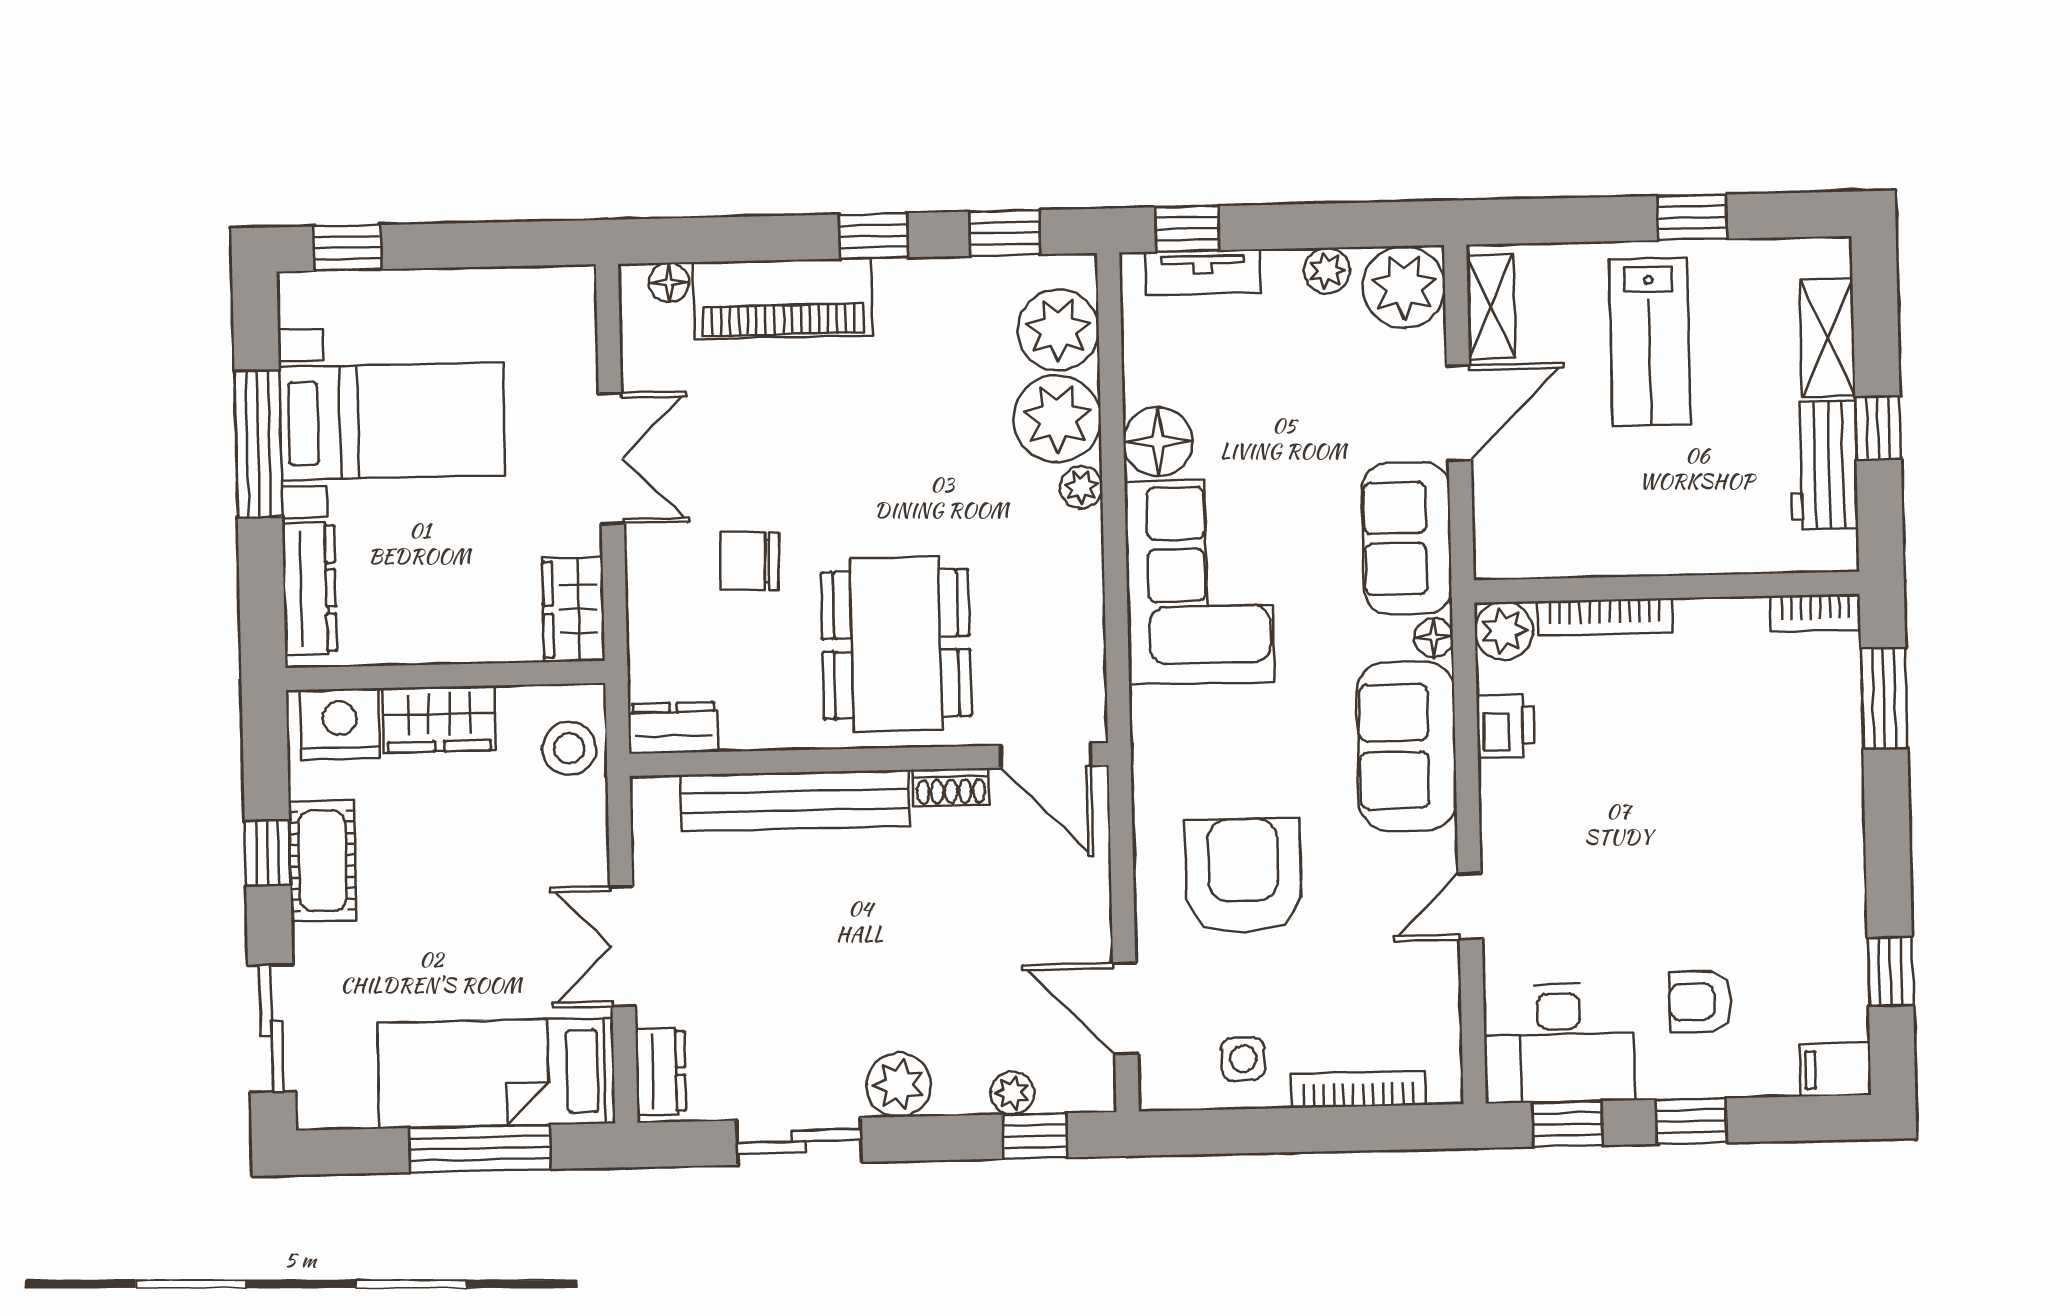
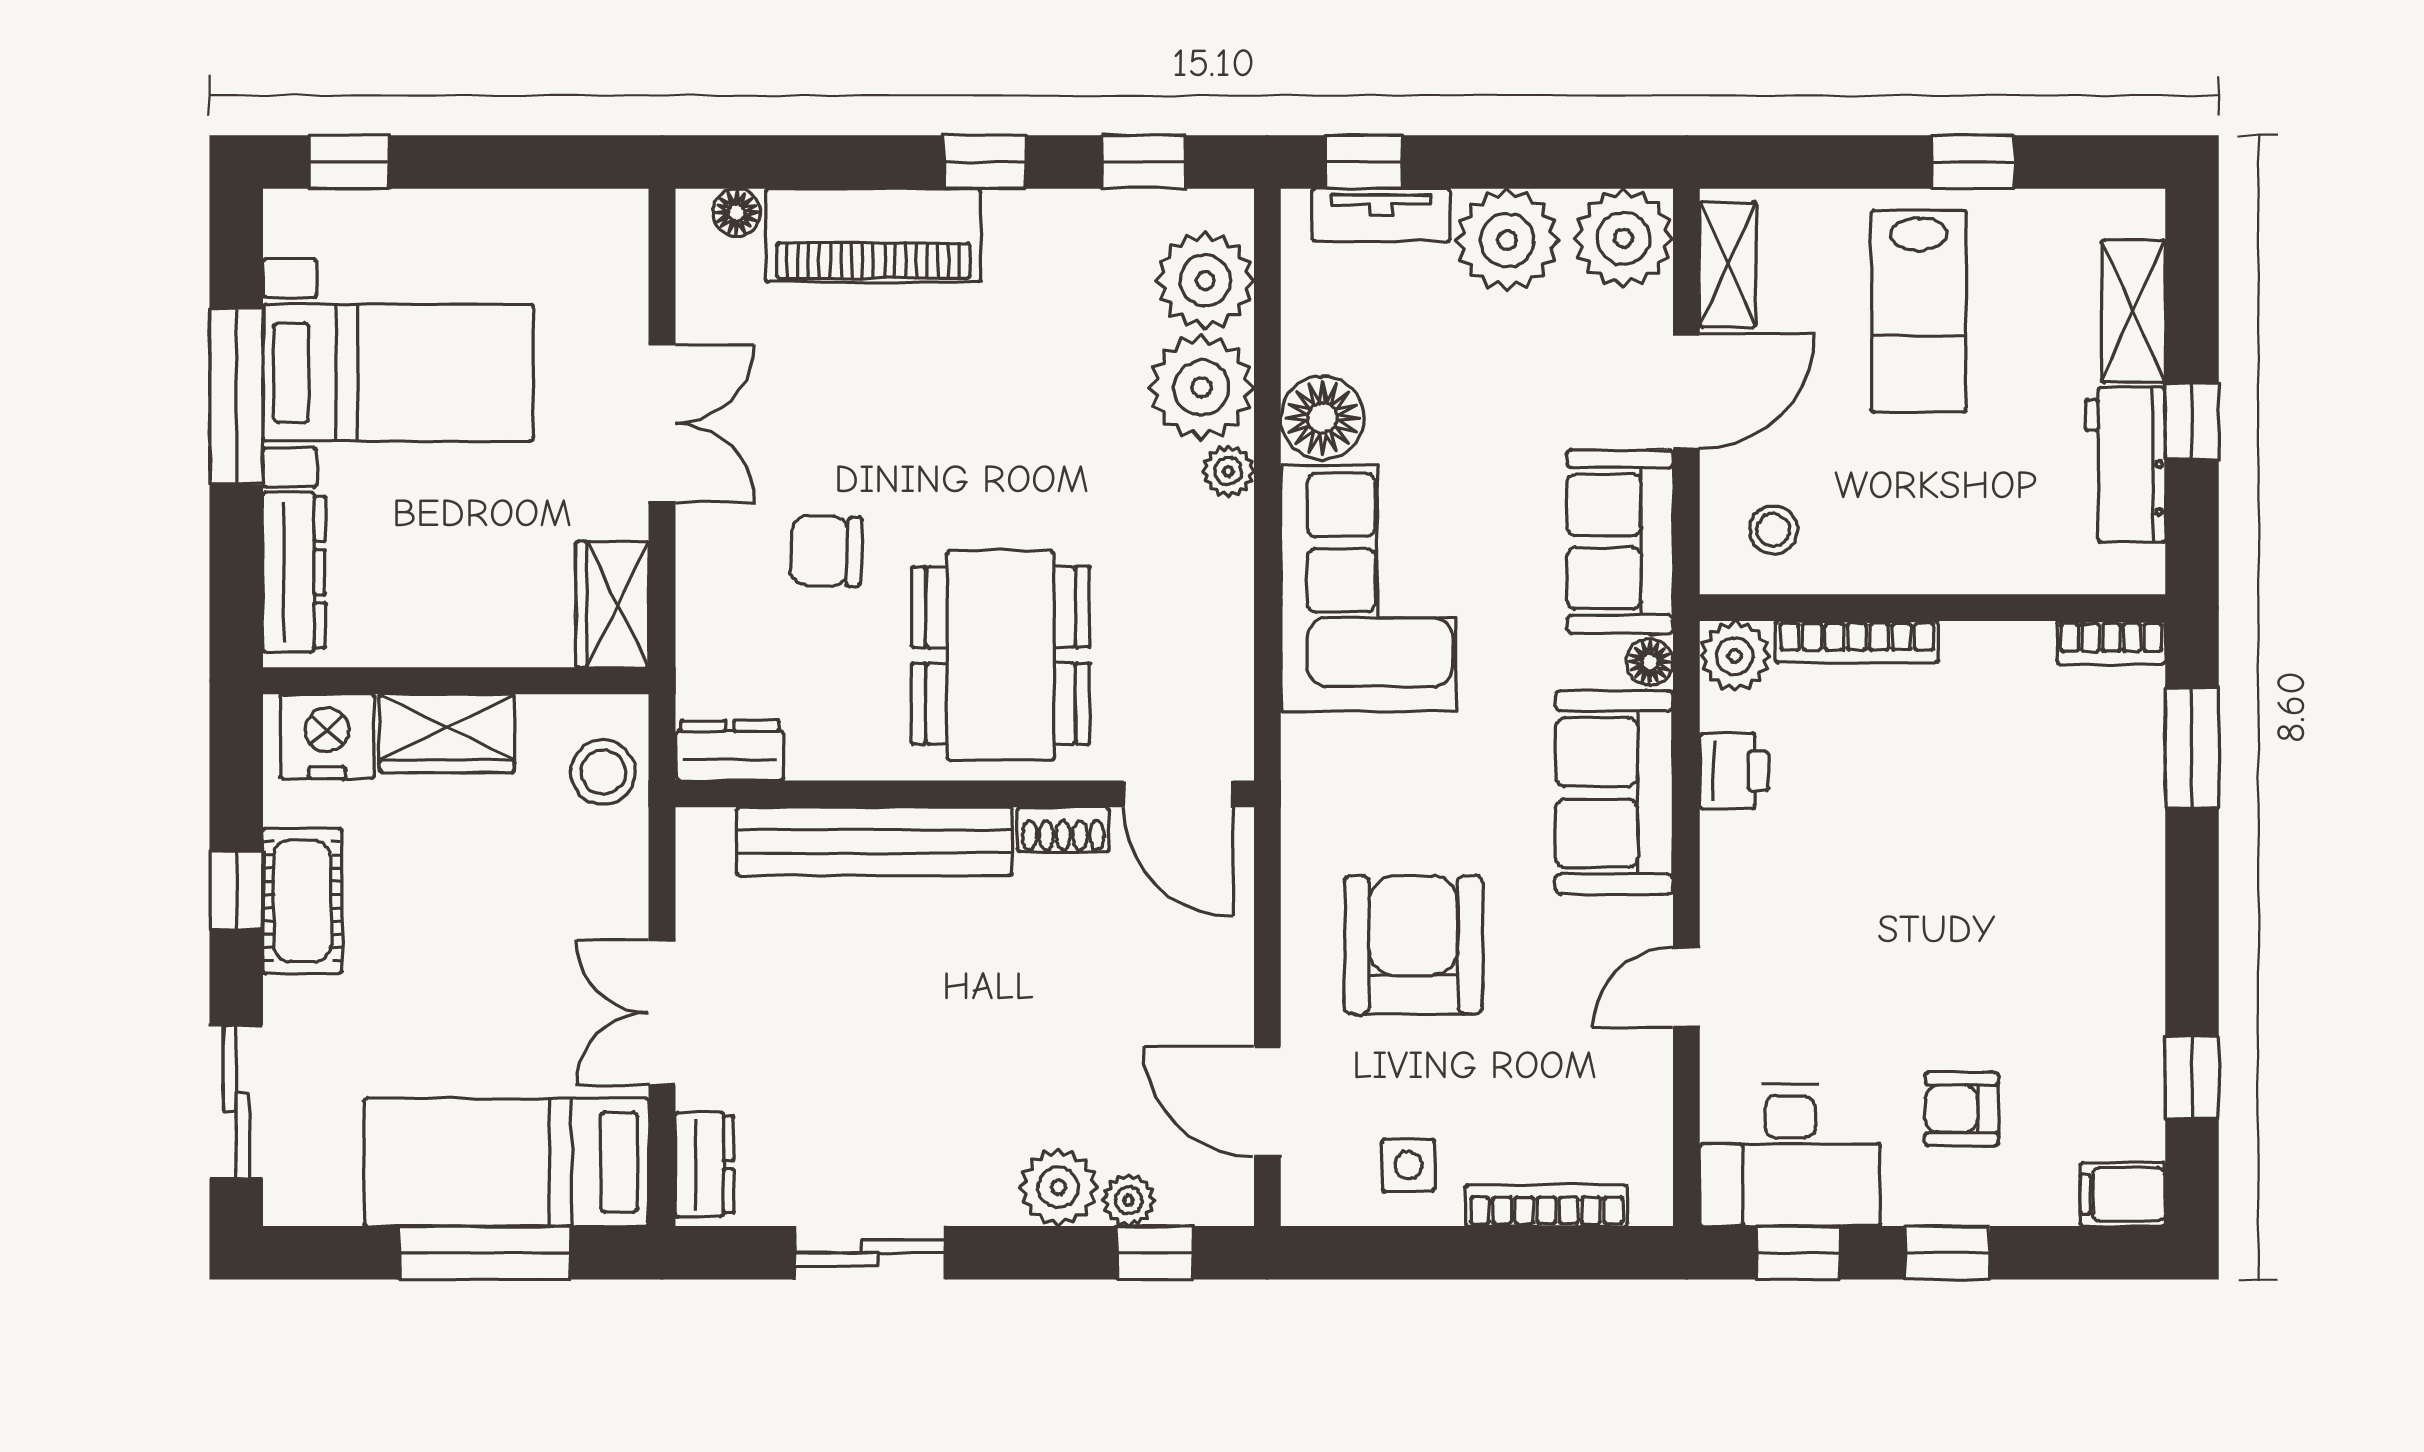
plant: (1327, 270) -> (1507, 240), width x1.88, depth x1.88
stool: (1533, 526) -> (1773, 530), added
plant: (899, 1085) -> (1058, 1187), moved

